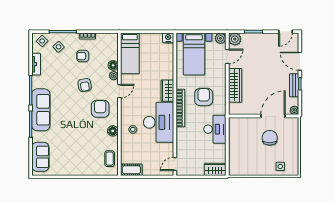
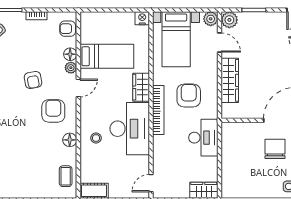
bed: (130, 53) -> (107, 56), moved, turned -90
armchair: (83, 56) -> (68, 29), moved
door: (227, 56) -> (220, 42), hinge flipped

